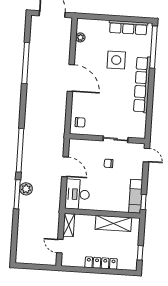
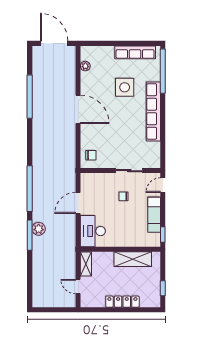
door: (146, 155) -> (163, 185), swing flipped
door: (65, 167) -> (78, 203), swing flipped
exam couch: (136, 196) -> (154, 215), moved

